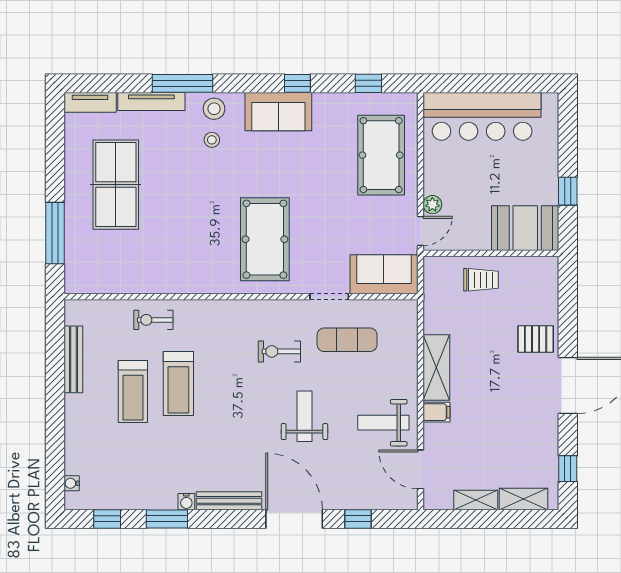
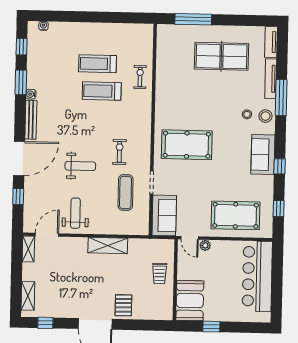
bench: (73, 359) -> (118, 29), removed
filing cabinet: (437, 412) -> (81, 245), removed
shelving: (476, 500) -> (28, 249), moved

